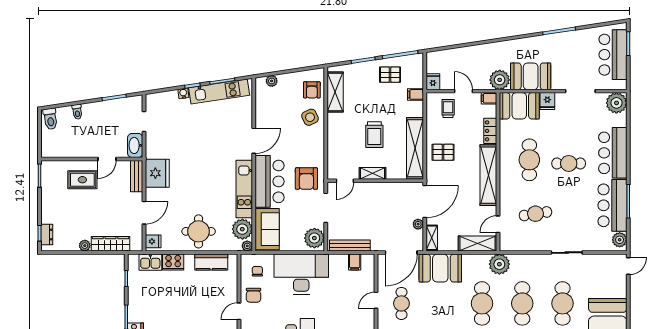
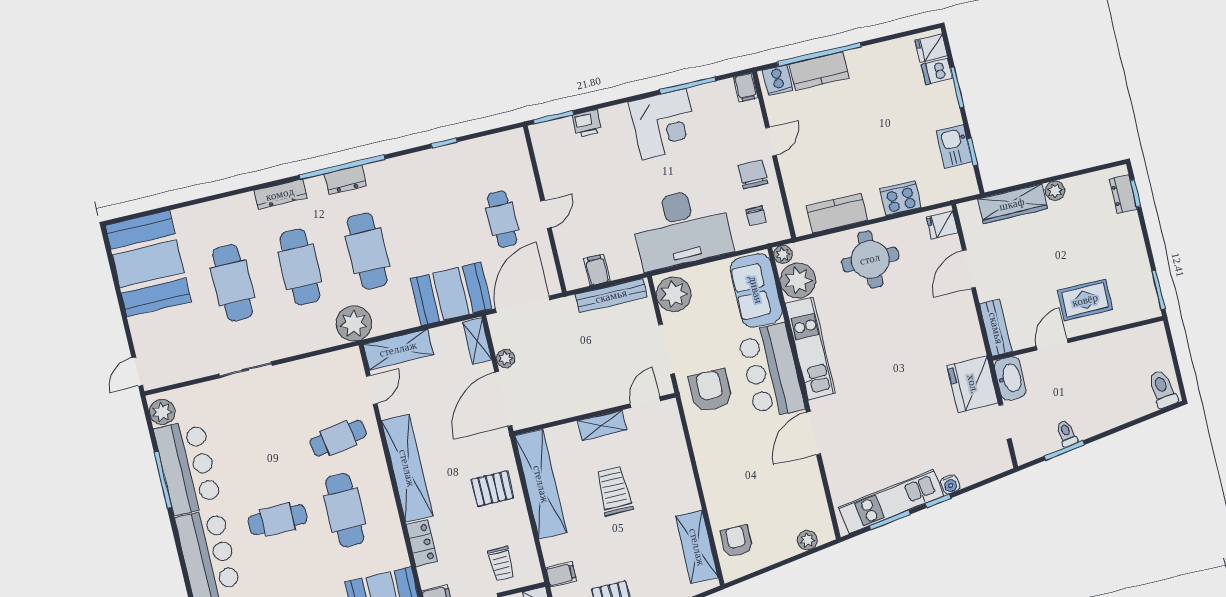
toilet: (77, 112) -> (1067, 433), moved
side table: (310, 117) -> (729, 495), removed
fridge: (157, 173) -> (973, 384), moved
cafe table: (535, 214) -> (338, 438), moved
kitchen sink: (150, 262) -> (954, 147), moved, turned -90

